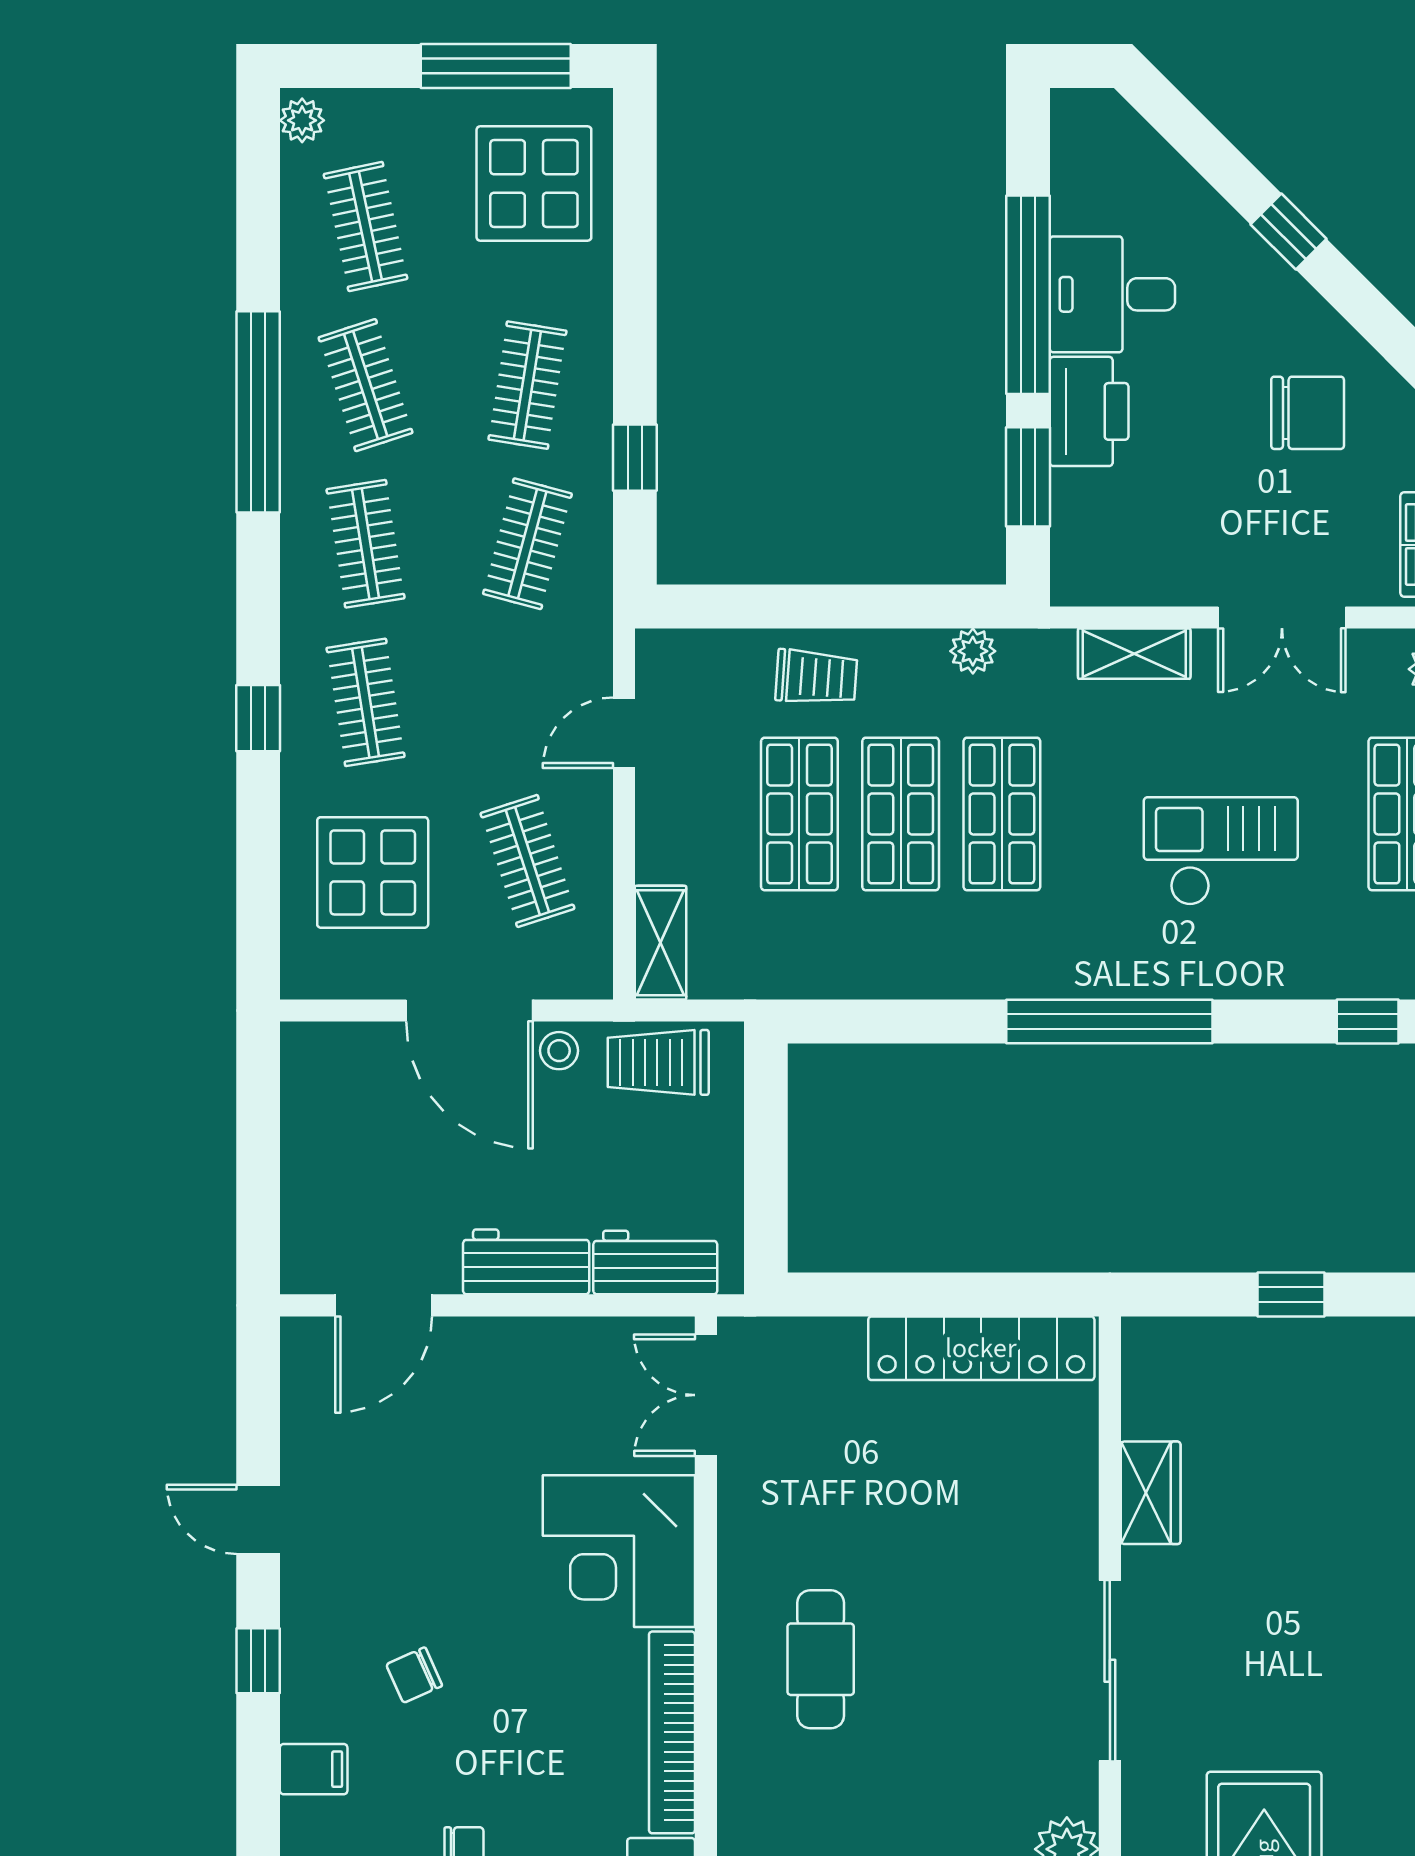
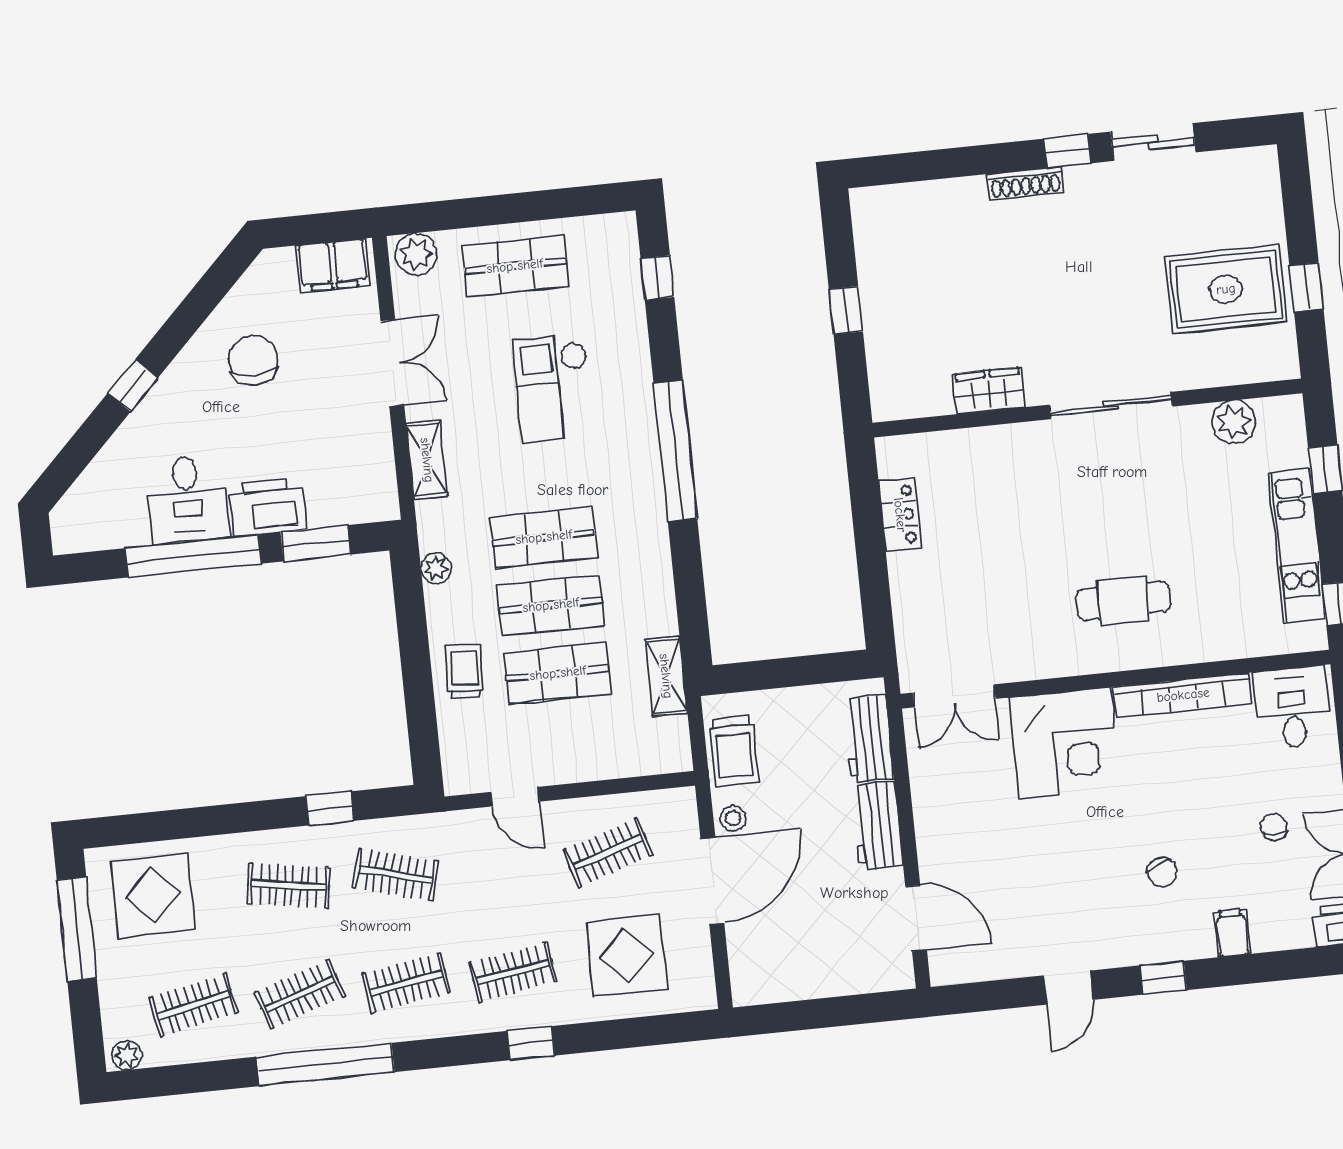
shelving: (660, 943) -> (666, 676), moved, turned 90
locker: (981, 1348) -> (900, 515), width x0.46, depth x0.83

